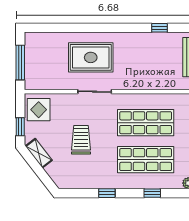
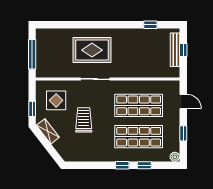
display table: (39, 110) -> (56, 100), moved
window: (107, 193) -> (122, 165), moved

